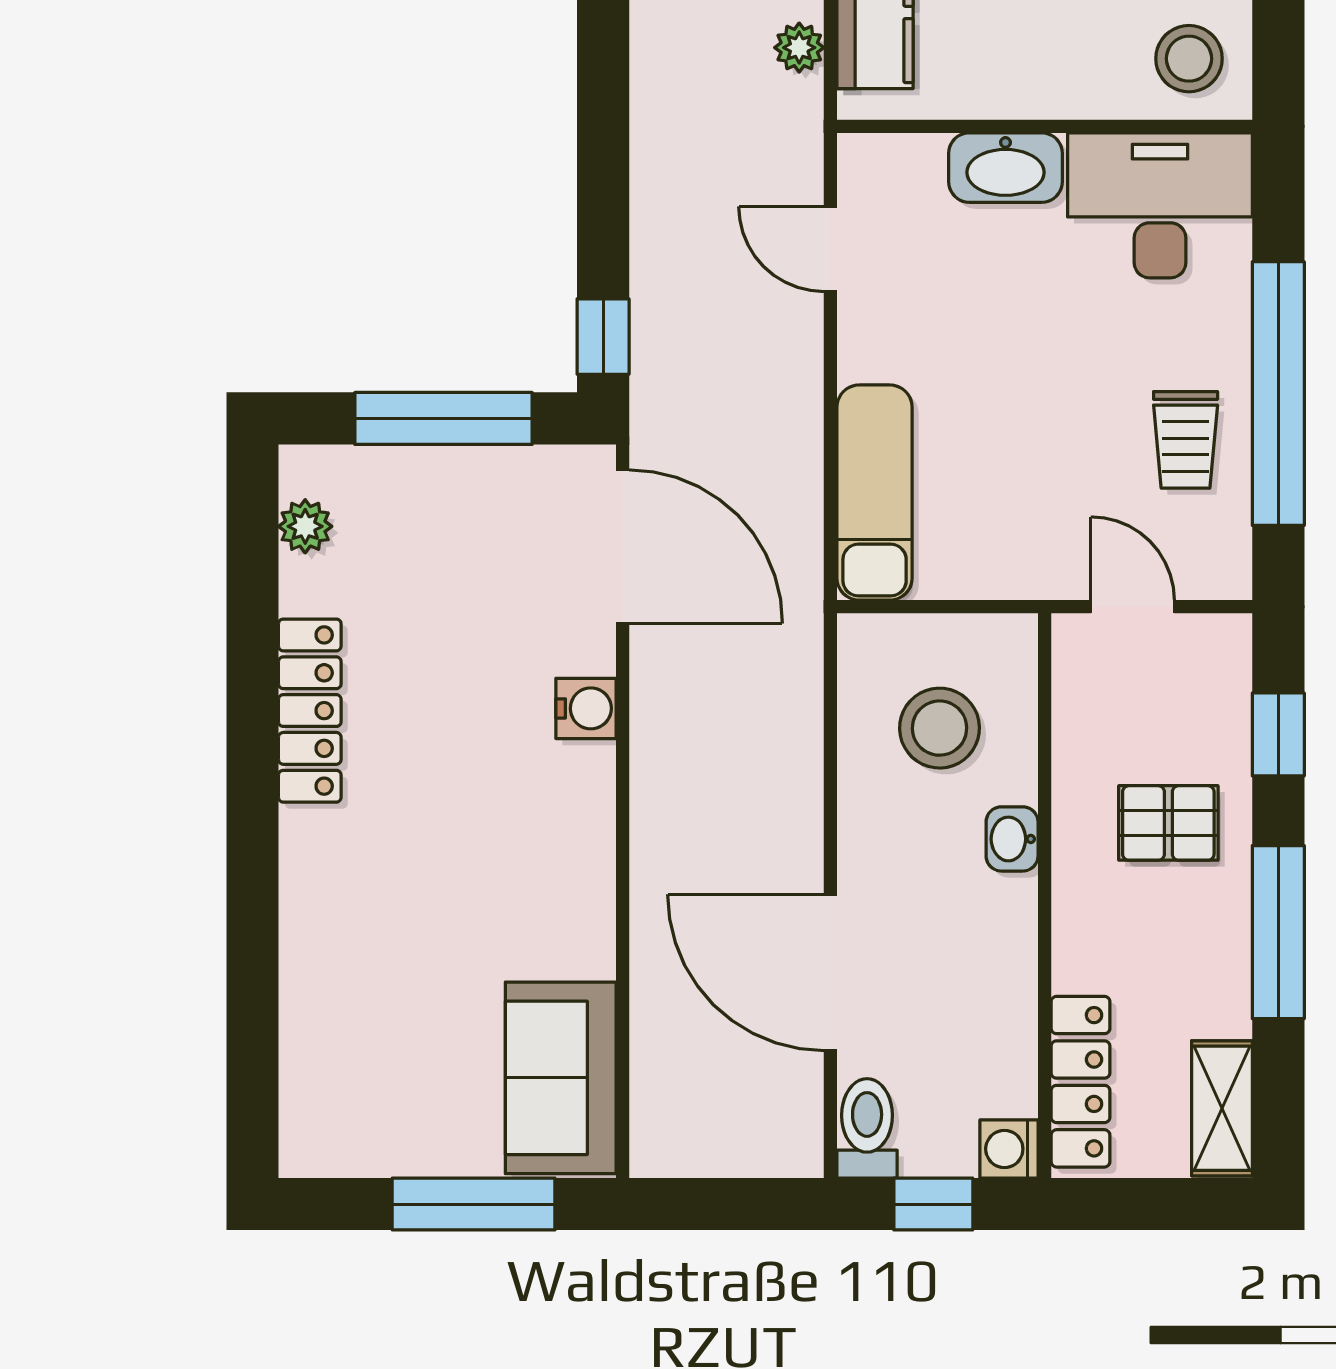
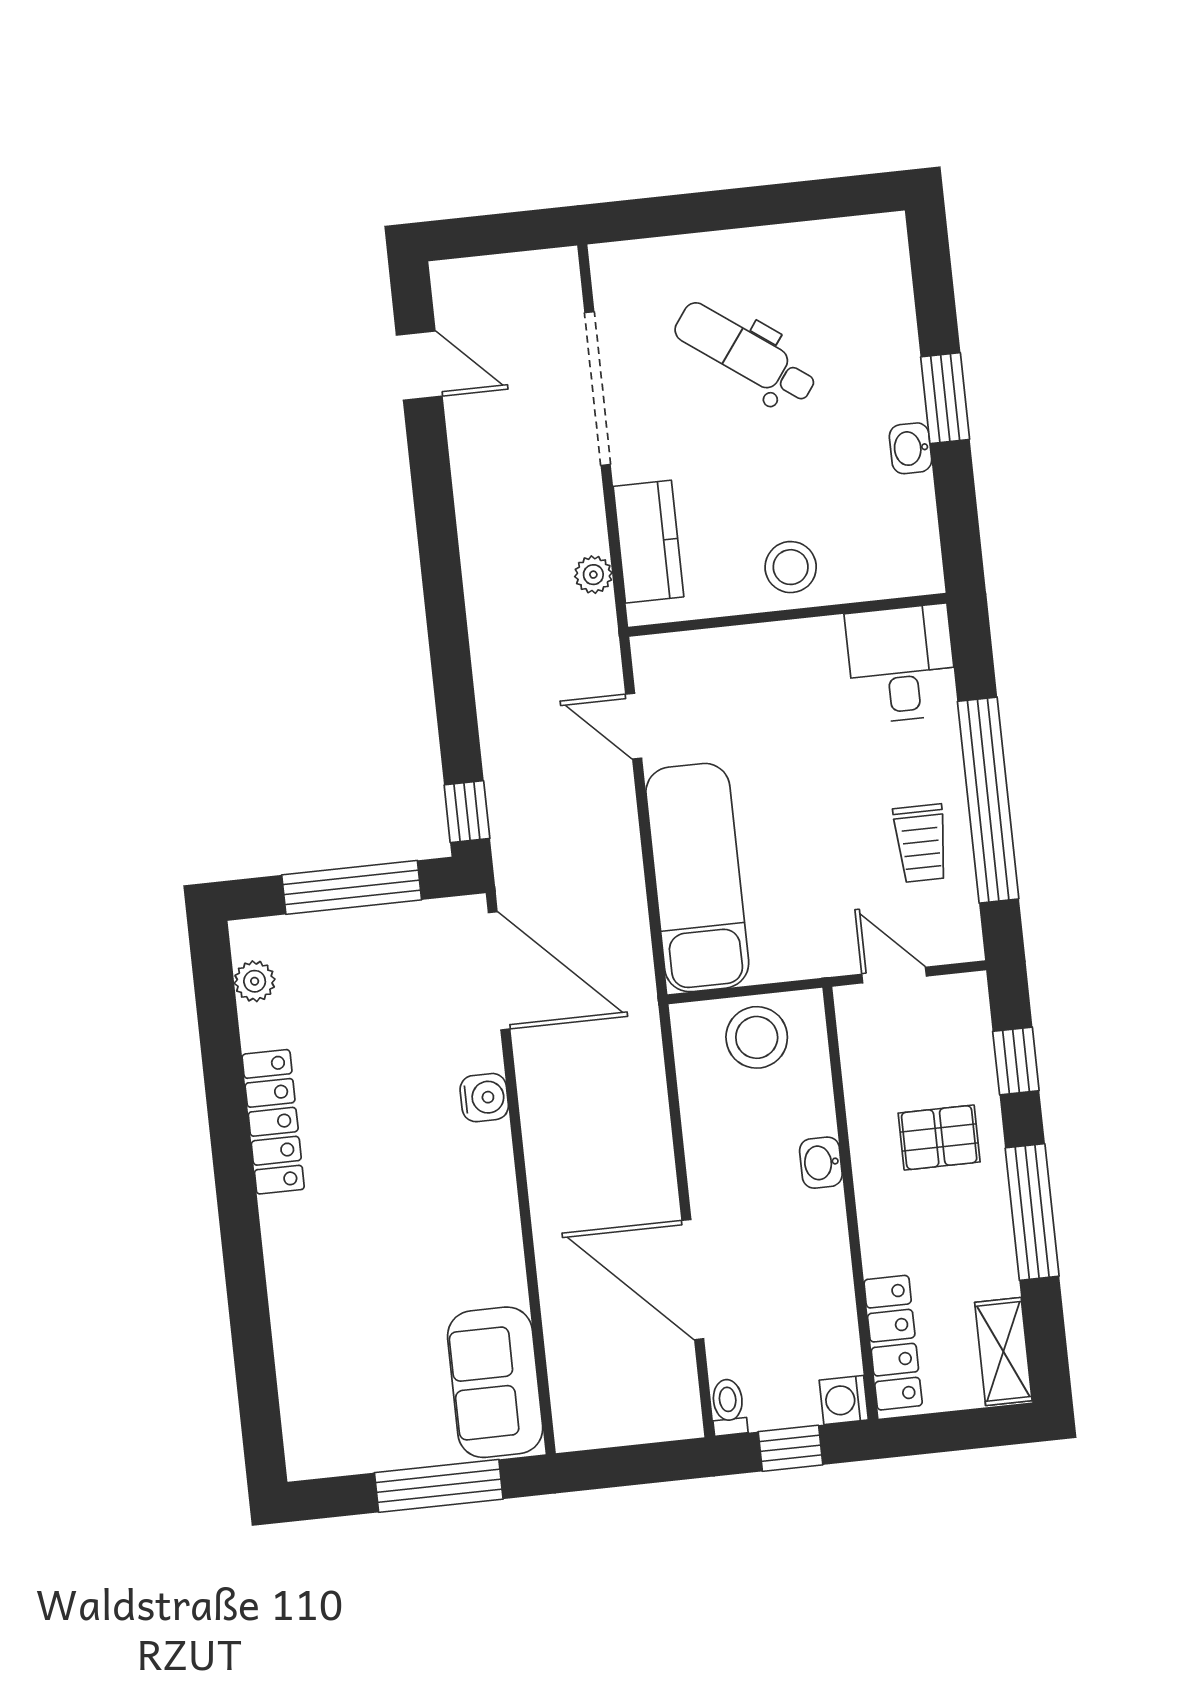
stool: (1189, 59) -> (791, 567), moved
washbasin: (1005, 168) -> (761, 650), removed
desk: (1160, 205) -> (901, 664), width x0.73
exam couch: (875, 493) -> (697, 878), width x1.36, depth x1.45
stool: (939, 728) -> (757, 1037), moved
toilet: (867, 1128) -> (728, 1407), width x0.73, depth x0.72

